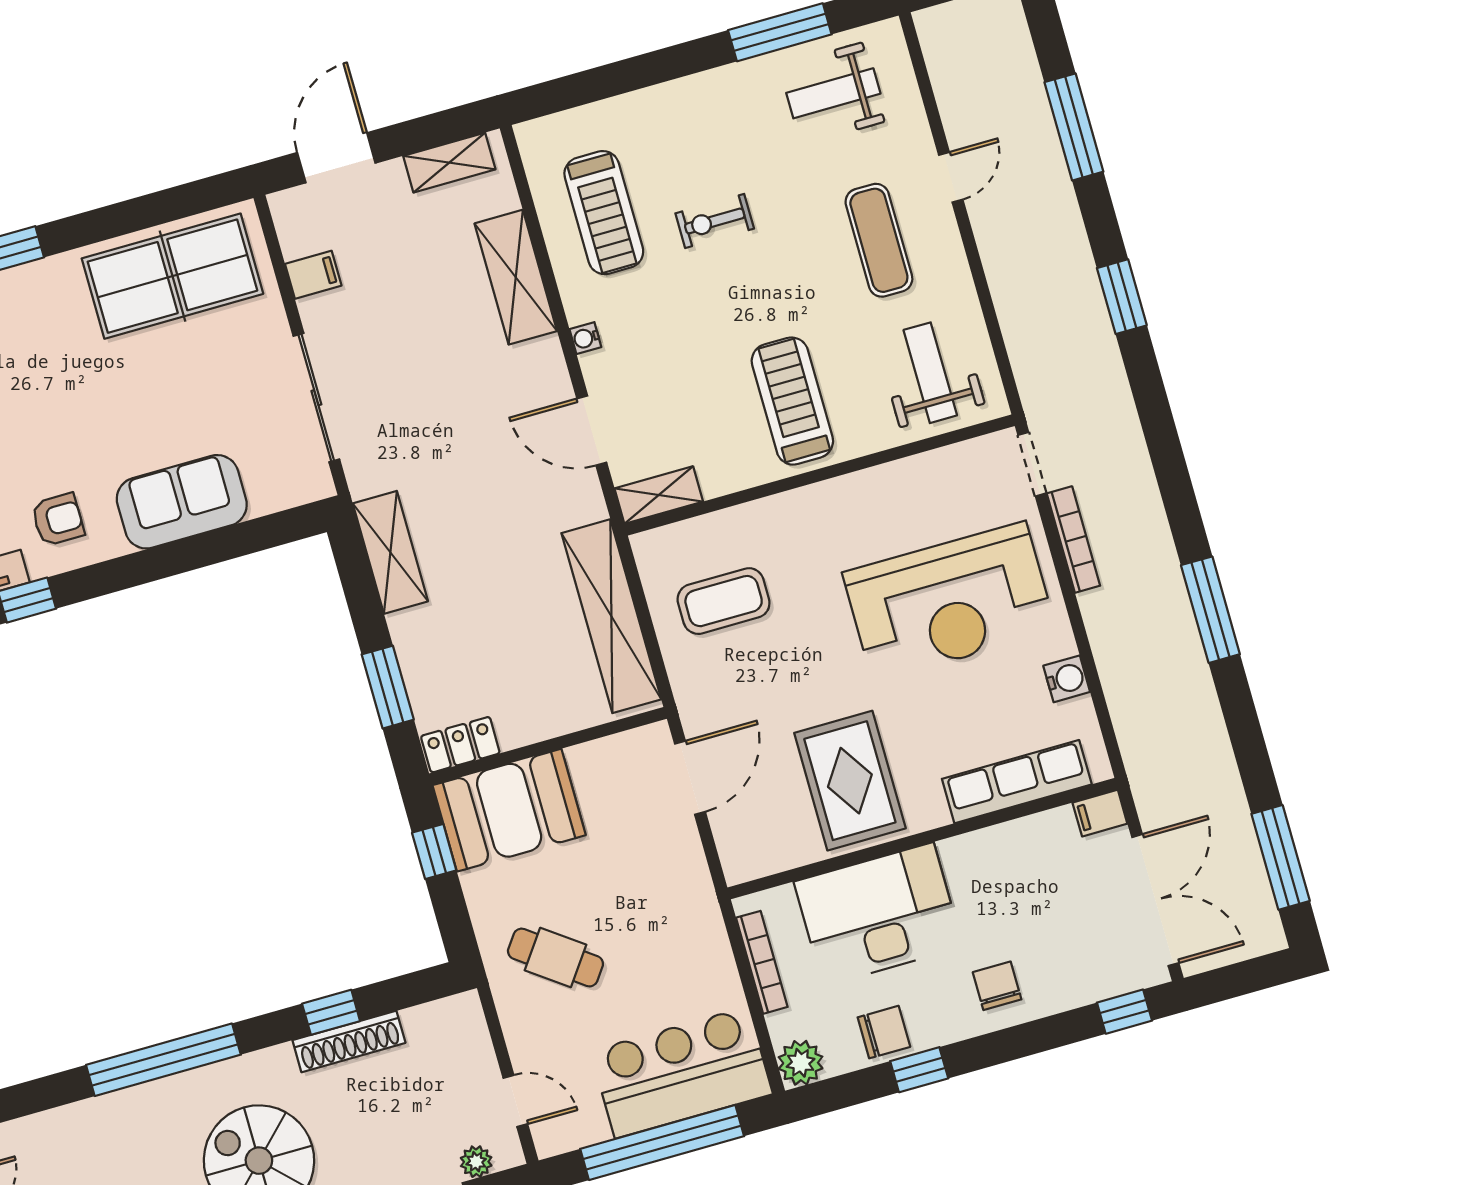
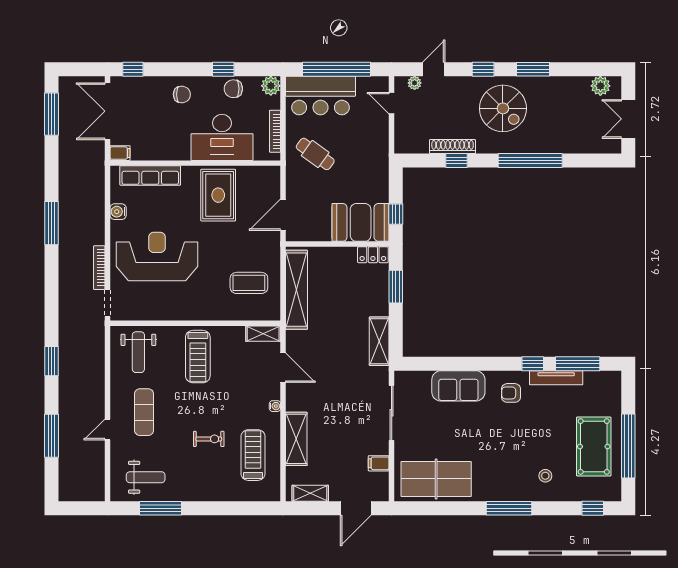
cafe table: (555, 958) -> (315, 154), moved
chair: (997, 986) -> (182, 94), turned -90

